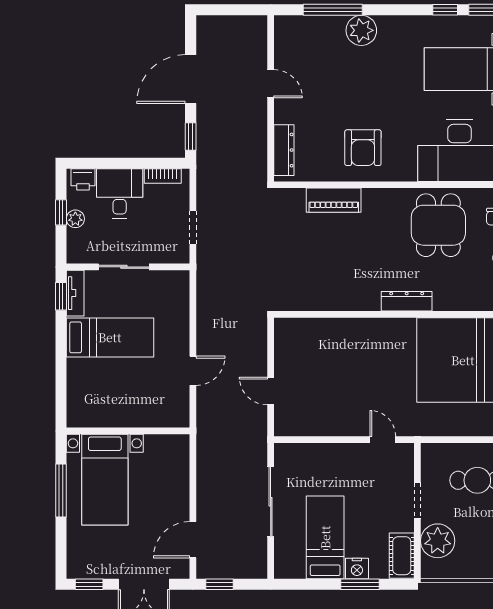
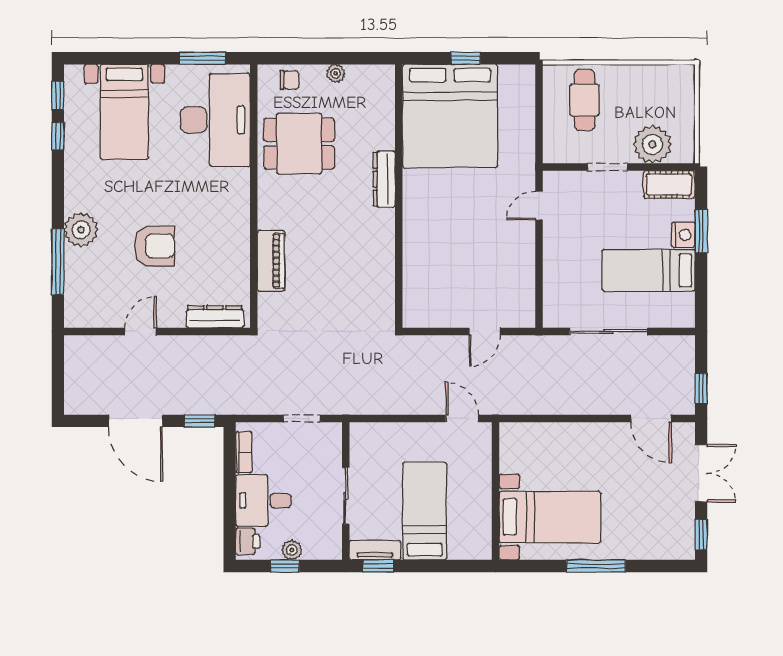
armchair: (363, 148) -> (154, 246), moved
wall: (128, 431) -> (496, 491), moved
bed with nightstands: (105, 480) -> (550, 517), moved

